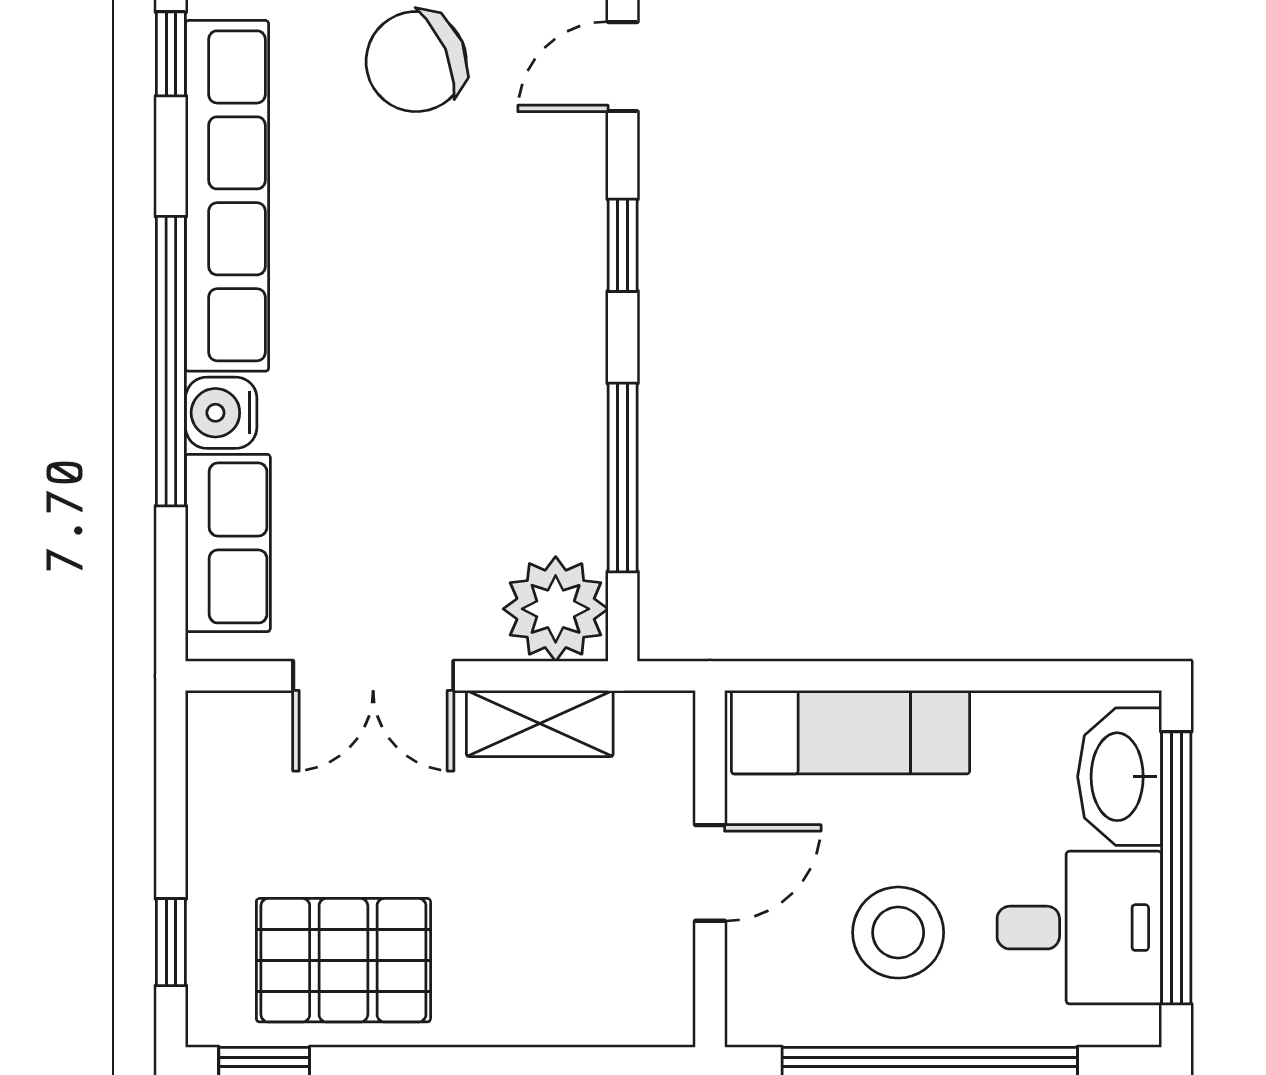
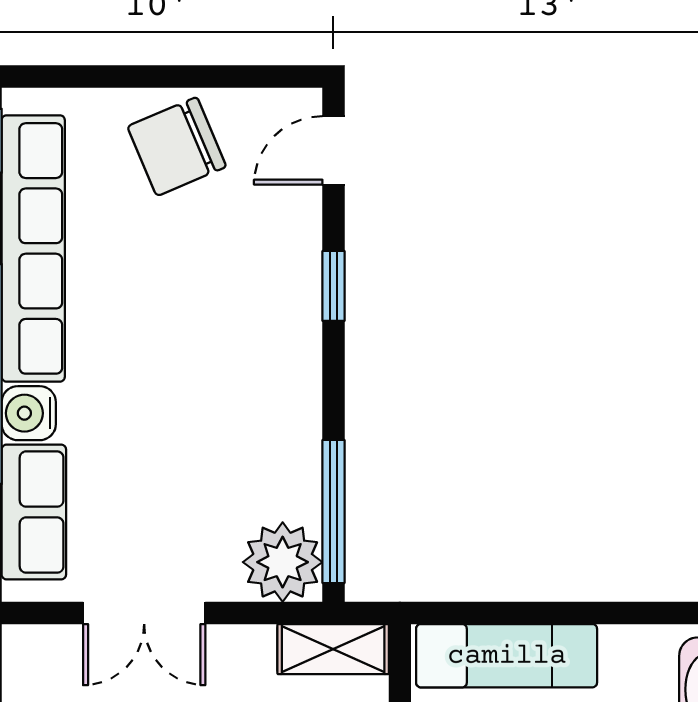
window: (623, 477) -> (333, 512), moved
shelving: (540, 724) -> (333, 649), moved

